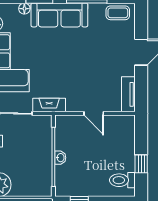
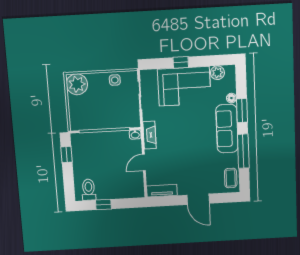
fireplace: (49, 105) -> (150, 135), moved
washbasin: (60, 158) -> (135, 134), moved

